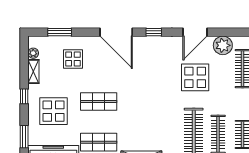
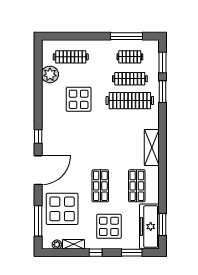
window: (60, 32) -> (38, 221), width x1.44
door: (195, 32) -> (38, 99), removed
display table: (73, 59) -> (62, 209), width x1.86, depth x1.86

